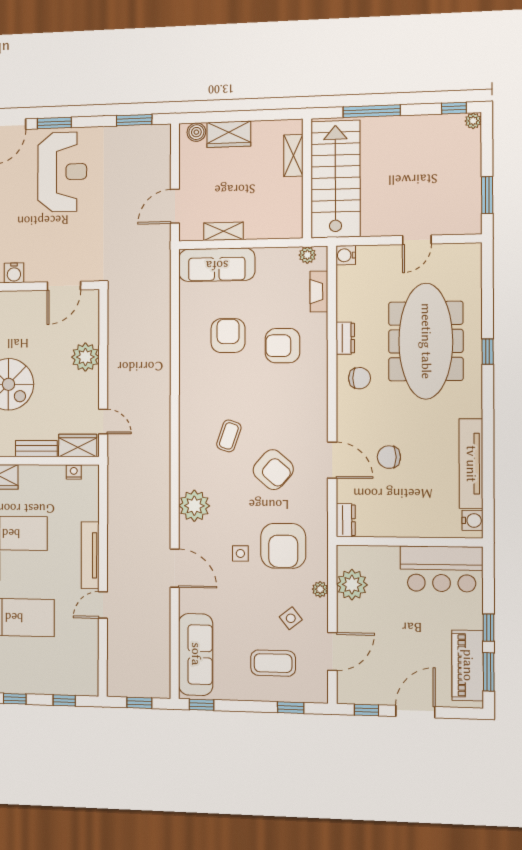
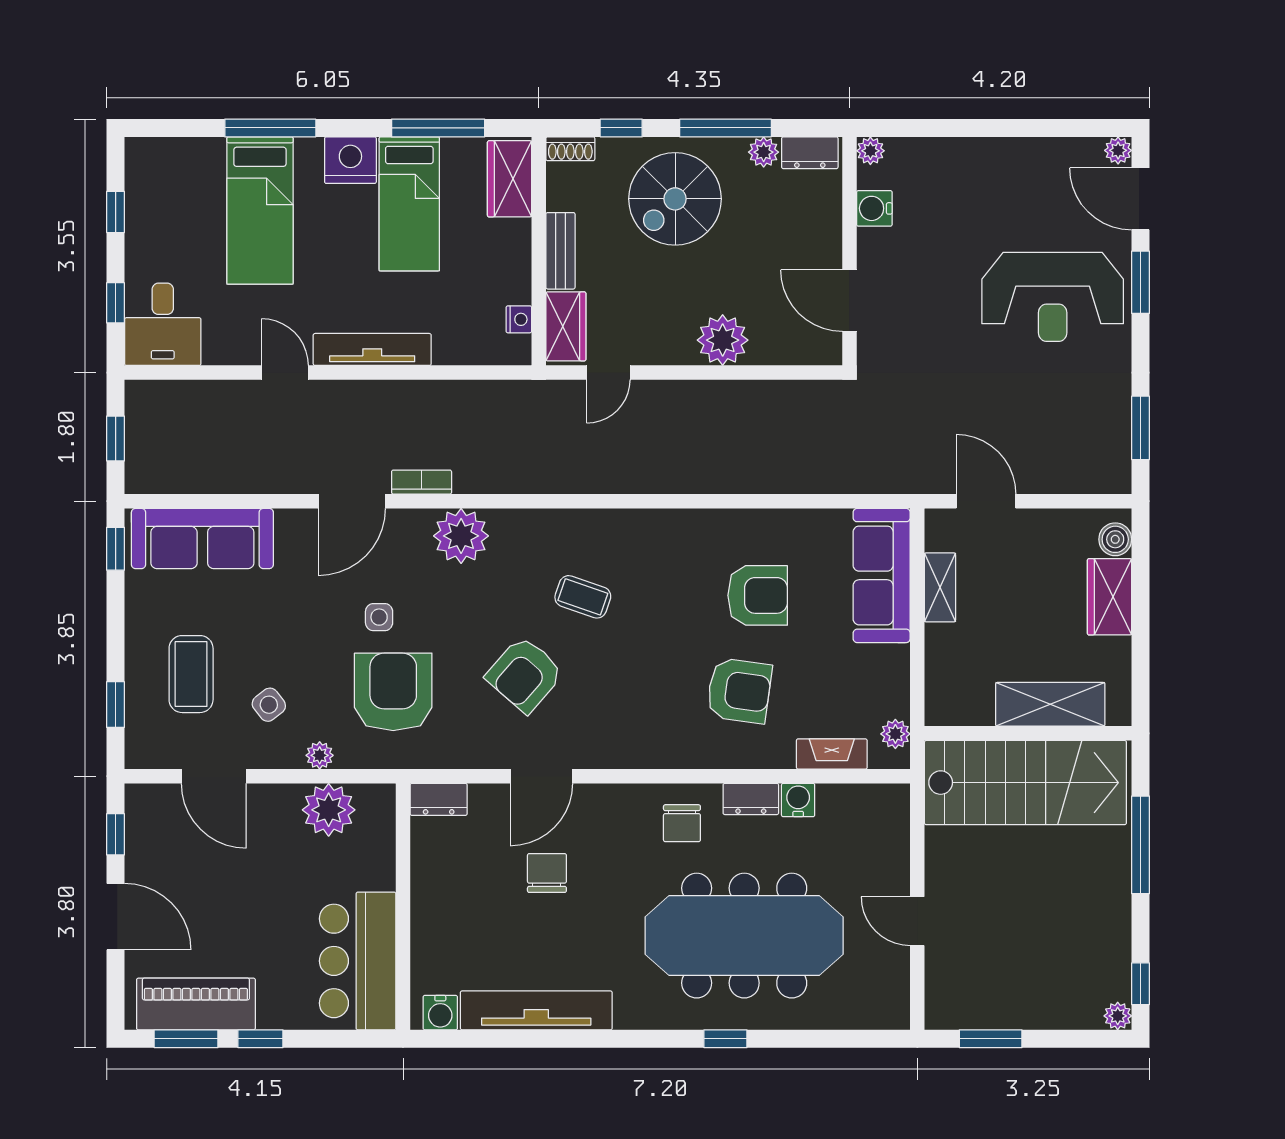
shelving: (293, 156) -> (1050, 704), width x1.50, depth x1.33
water cooler: (346, 255) -> (798, 800), moved
armchair: (282, 346) -> (739, 691), turned 98
bookcase: (164, 528) -> (422, 482), added
armchair: (283, 546) -> (393, 692), turned 90
desk: (76, 674) -> (163, 324), added

